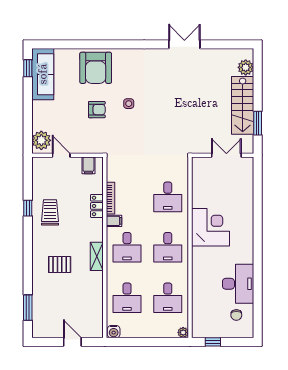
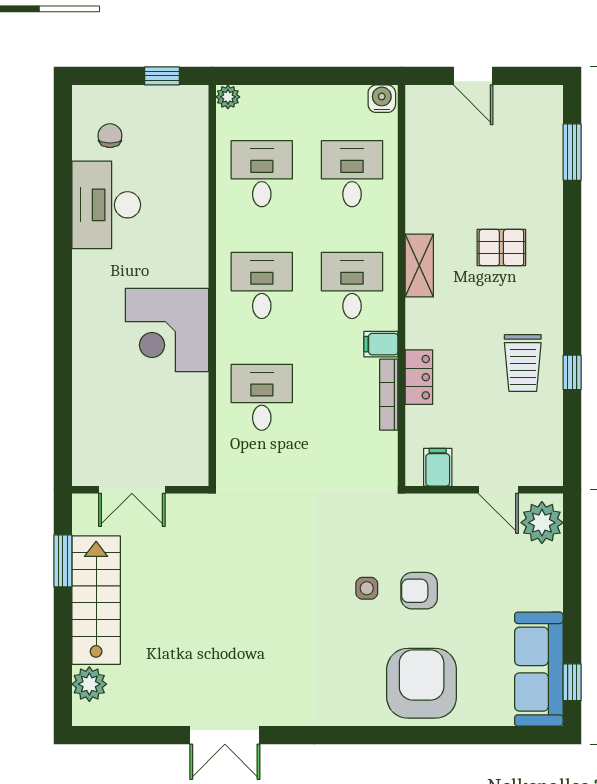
side table: (129, 104) -> (367, 588), moved

